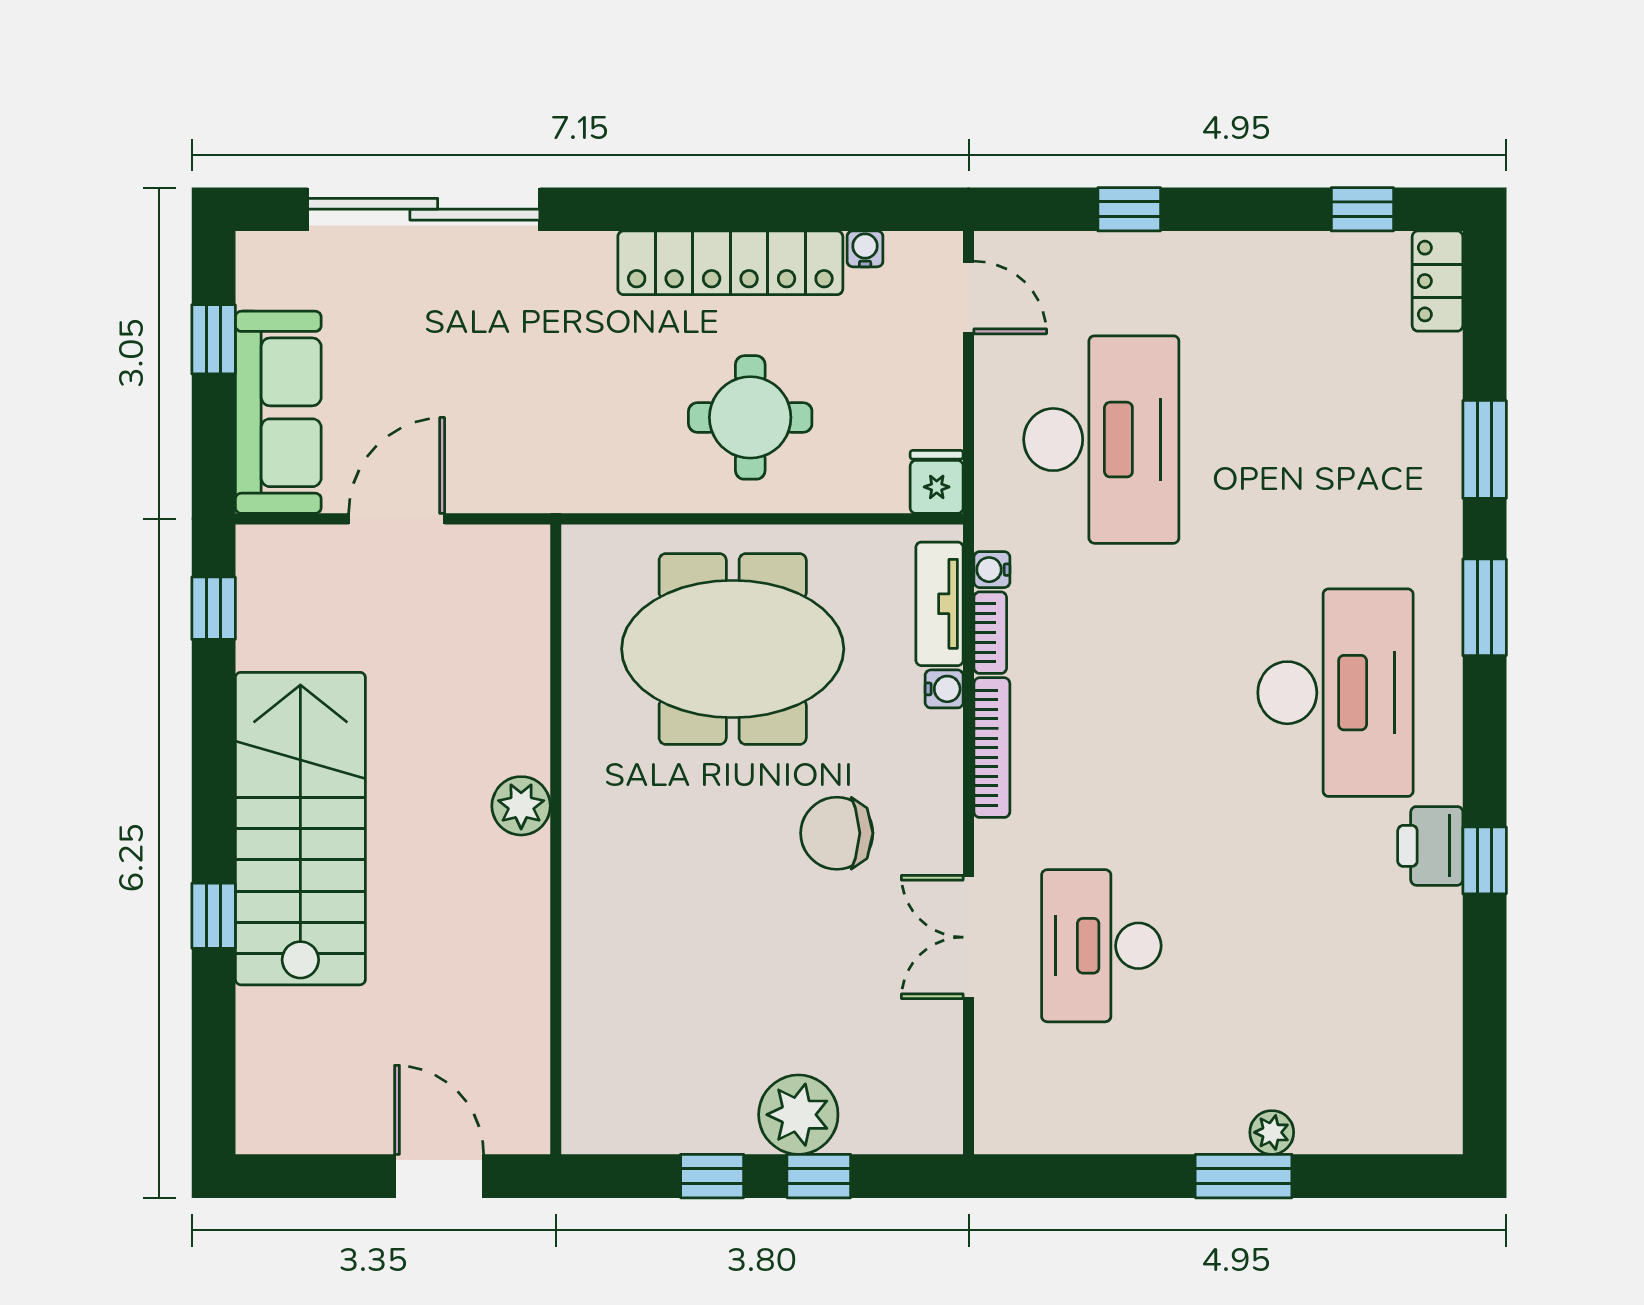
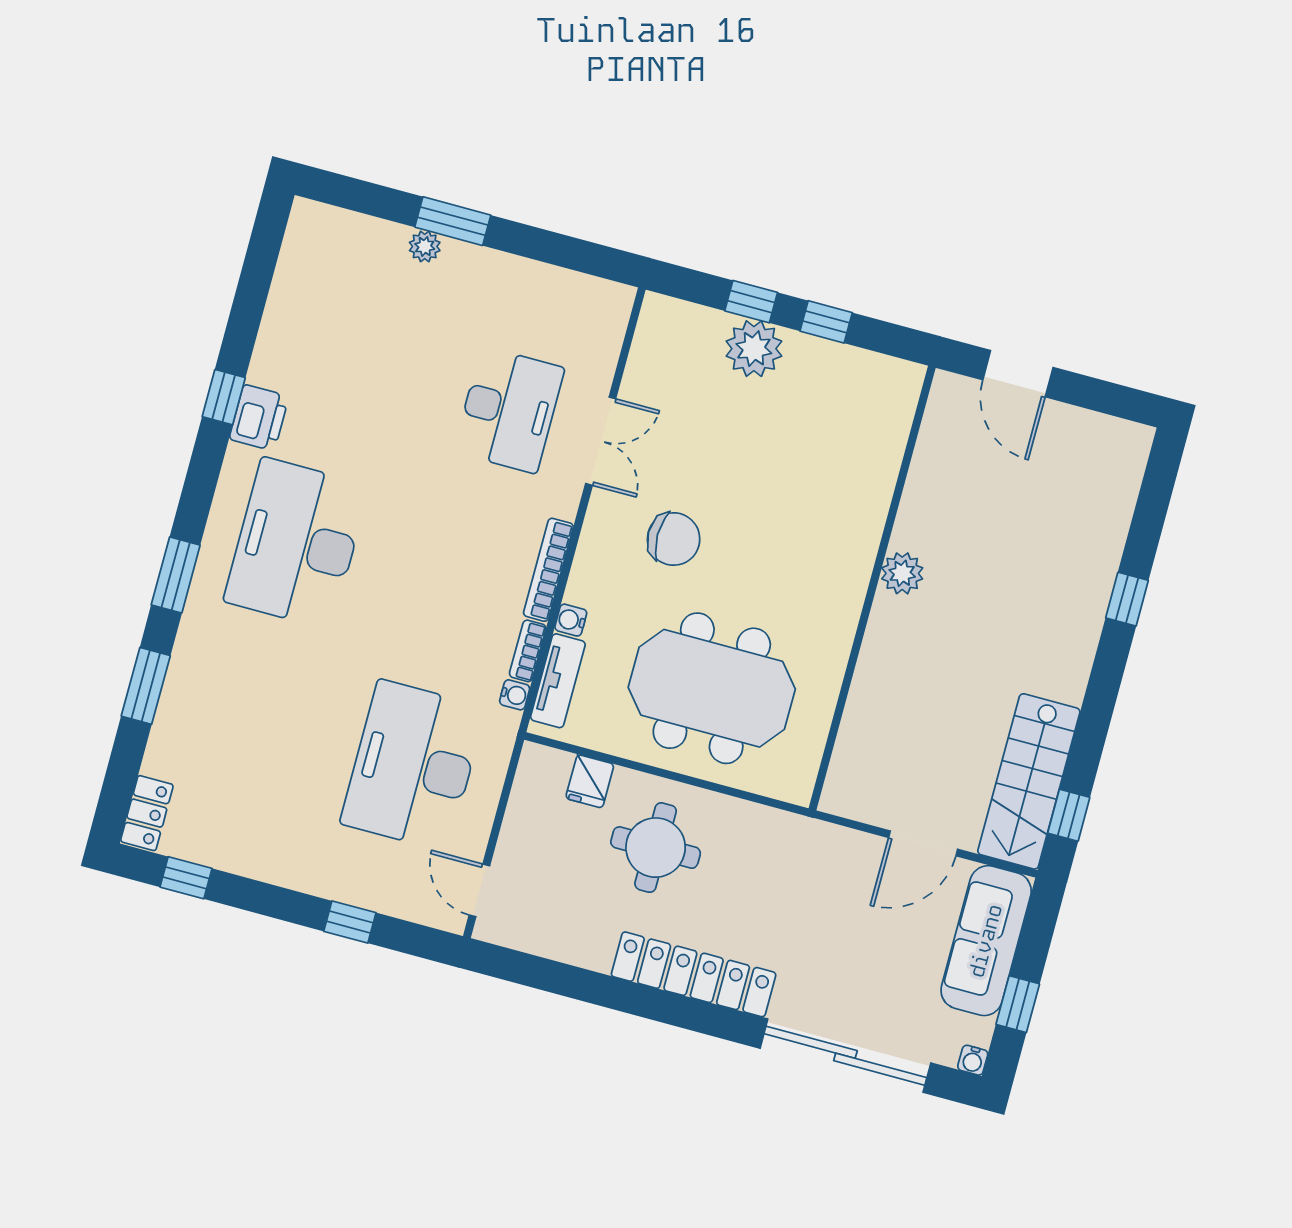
water cooler: (865, 249) -> (973, 1060), moved
locker: (730, 263) -> (694, 974), moved
fridge: (937, 482) -> (590, 781), moved
plant: (521, 806) -> (902, 573), moved
stairs: (300, 829) -> (1029, 781), moved, width x0.73, depth x0.66

